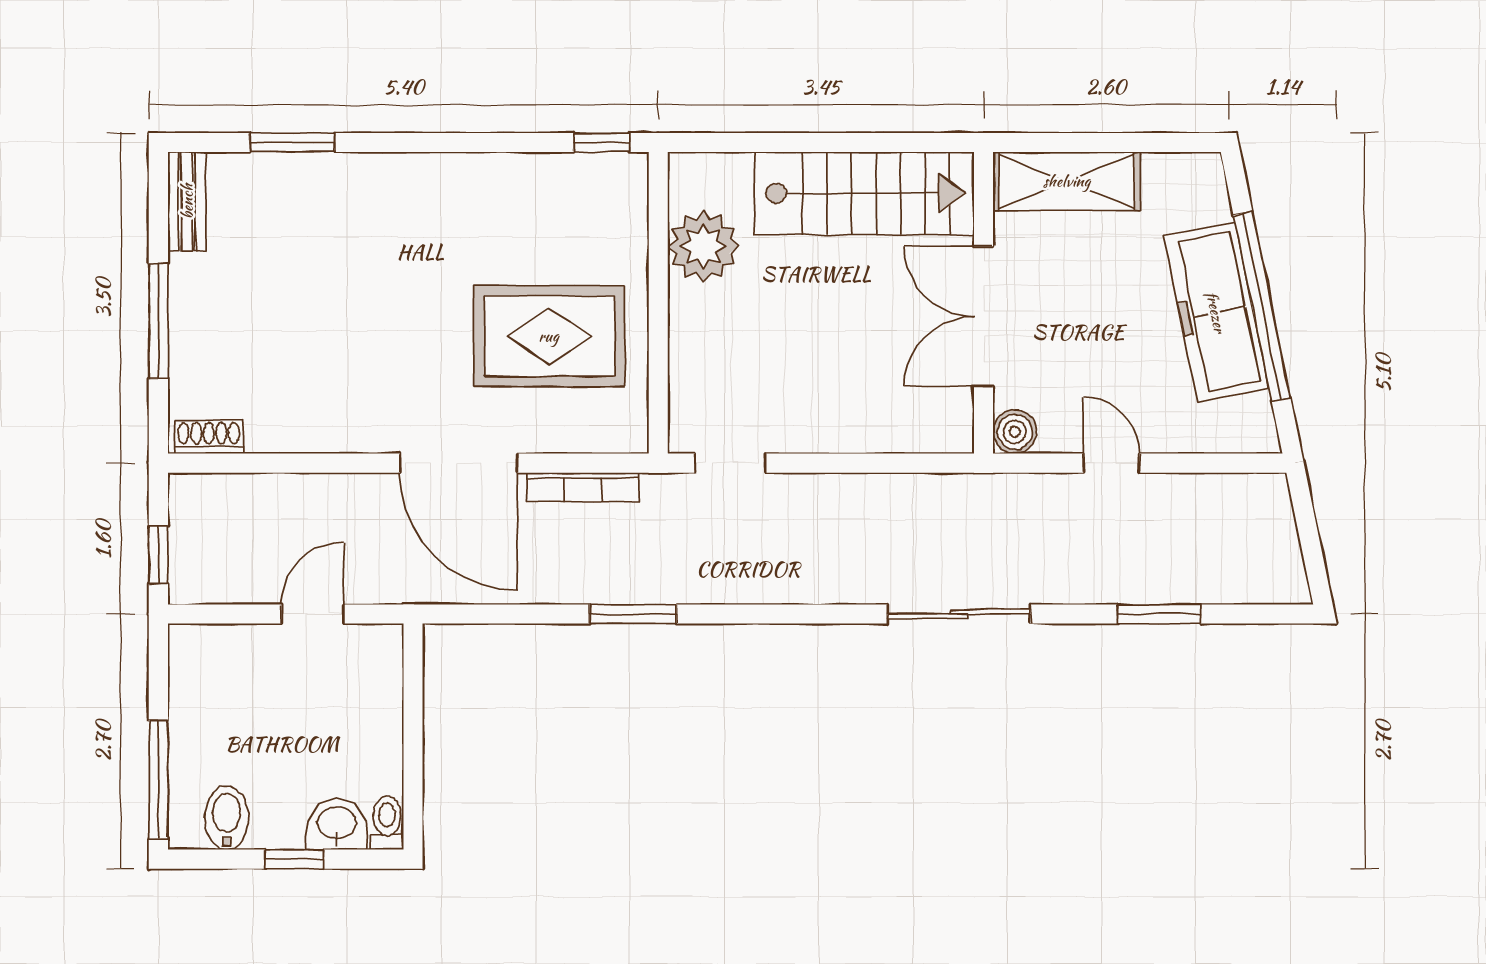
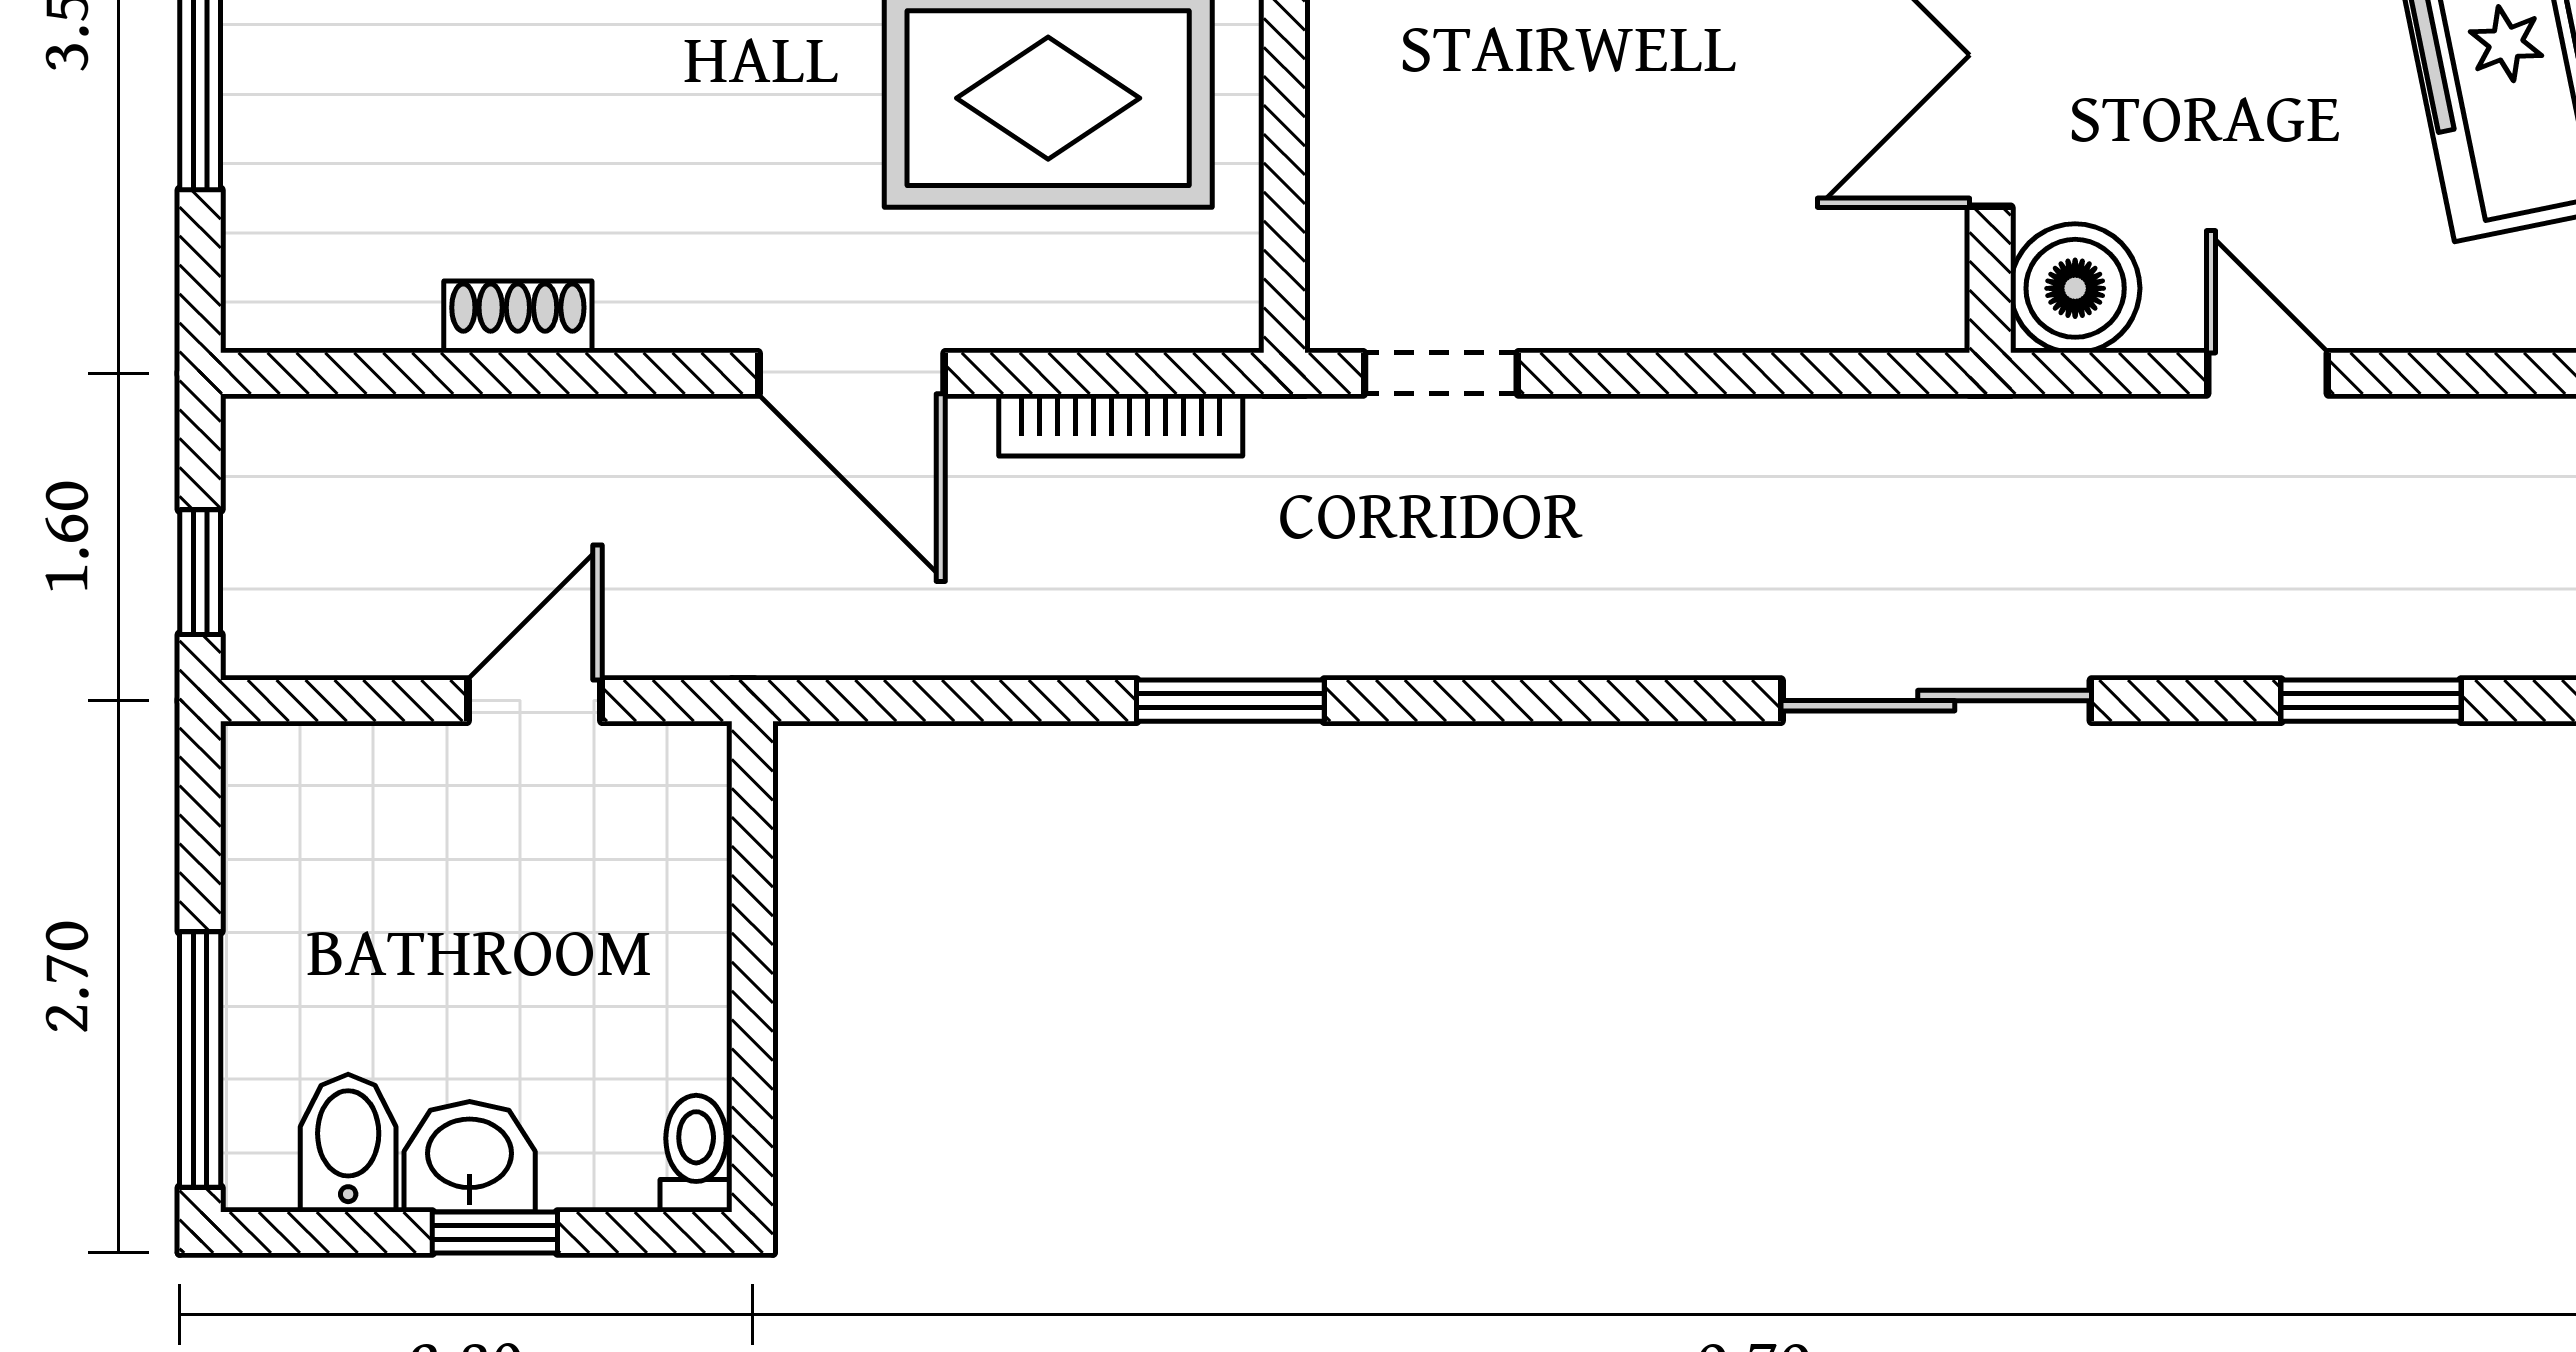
boiler: (1015, 432) -> (2075, 288), width x1.36, depth x1.36
shoe rack: (209, 437) -> (518, 317), moved
door: (459, 463) -> (852, 373), width x0.73
washbasin: (337, 824) -> (470, 1157), moved

